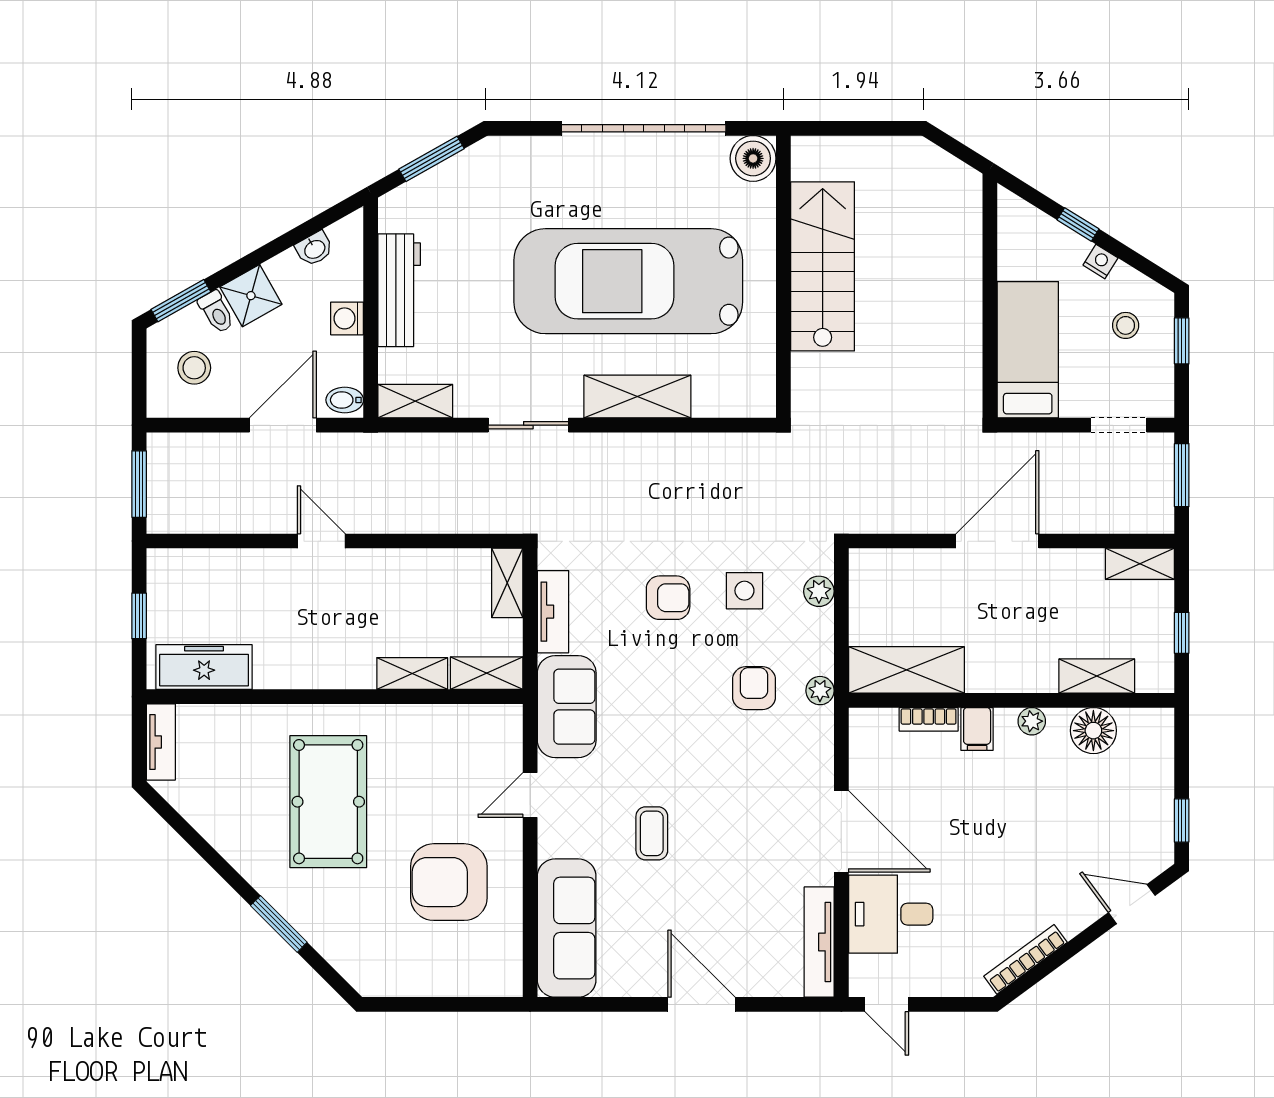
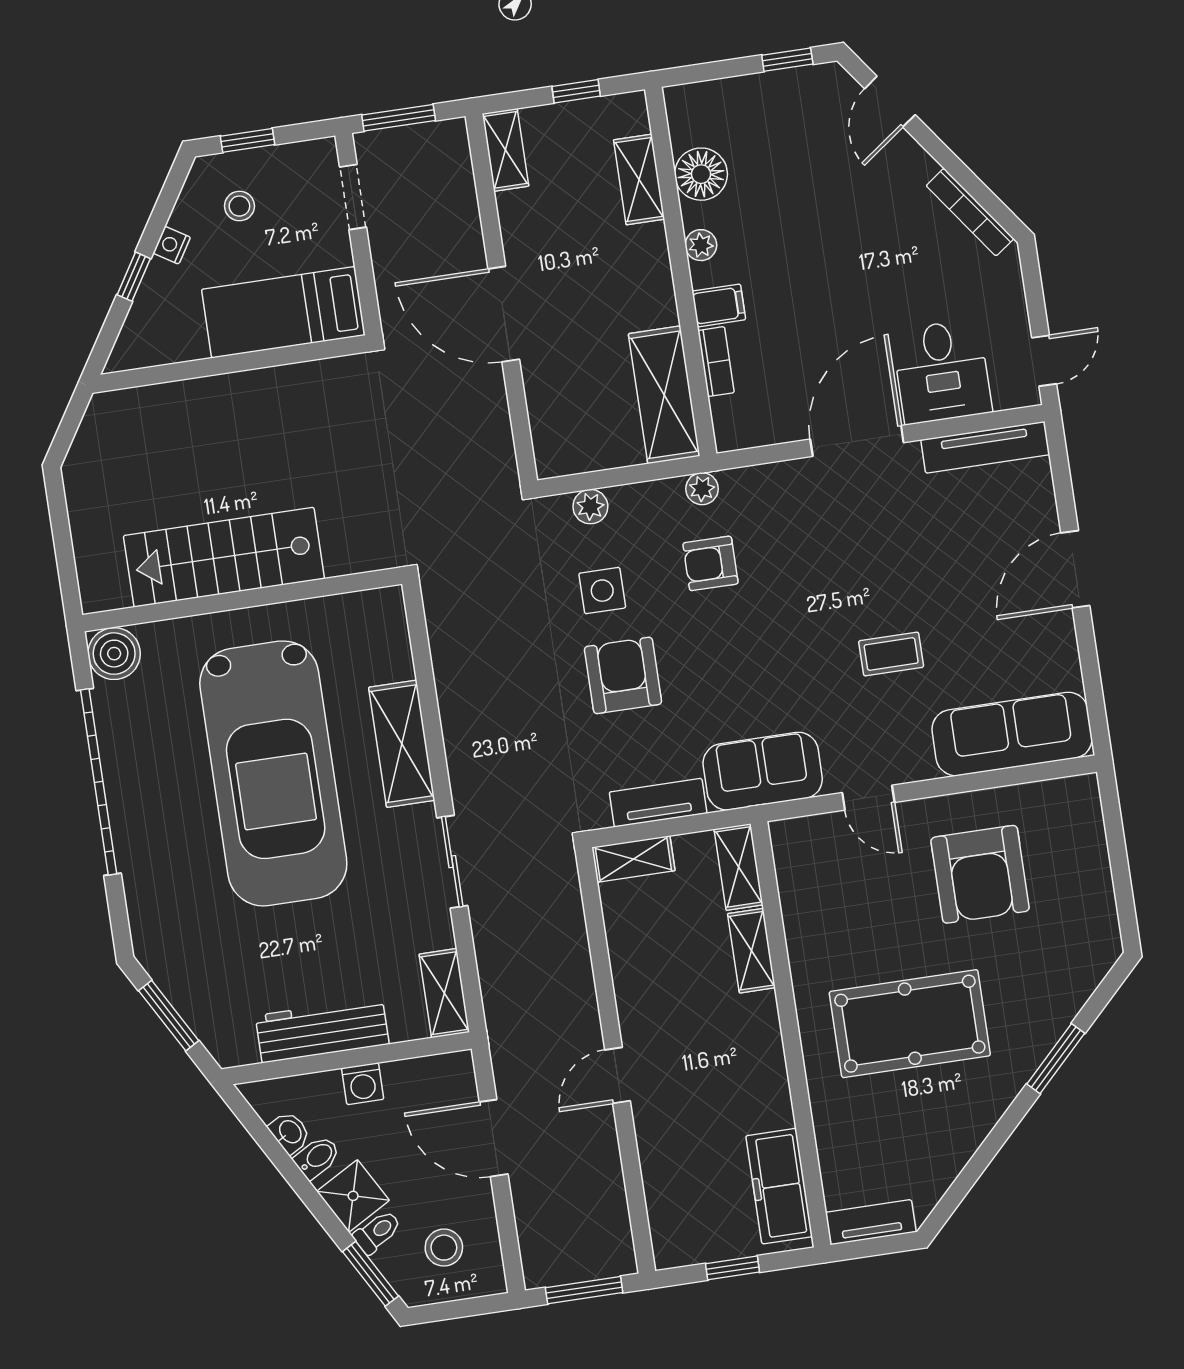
bidet: (345, 400) -> (317, 1157), moved, turned -120
armchair: (668, 598) -> (623, 675), width x1.38, depth x1.38

